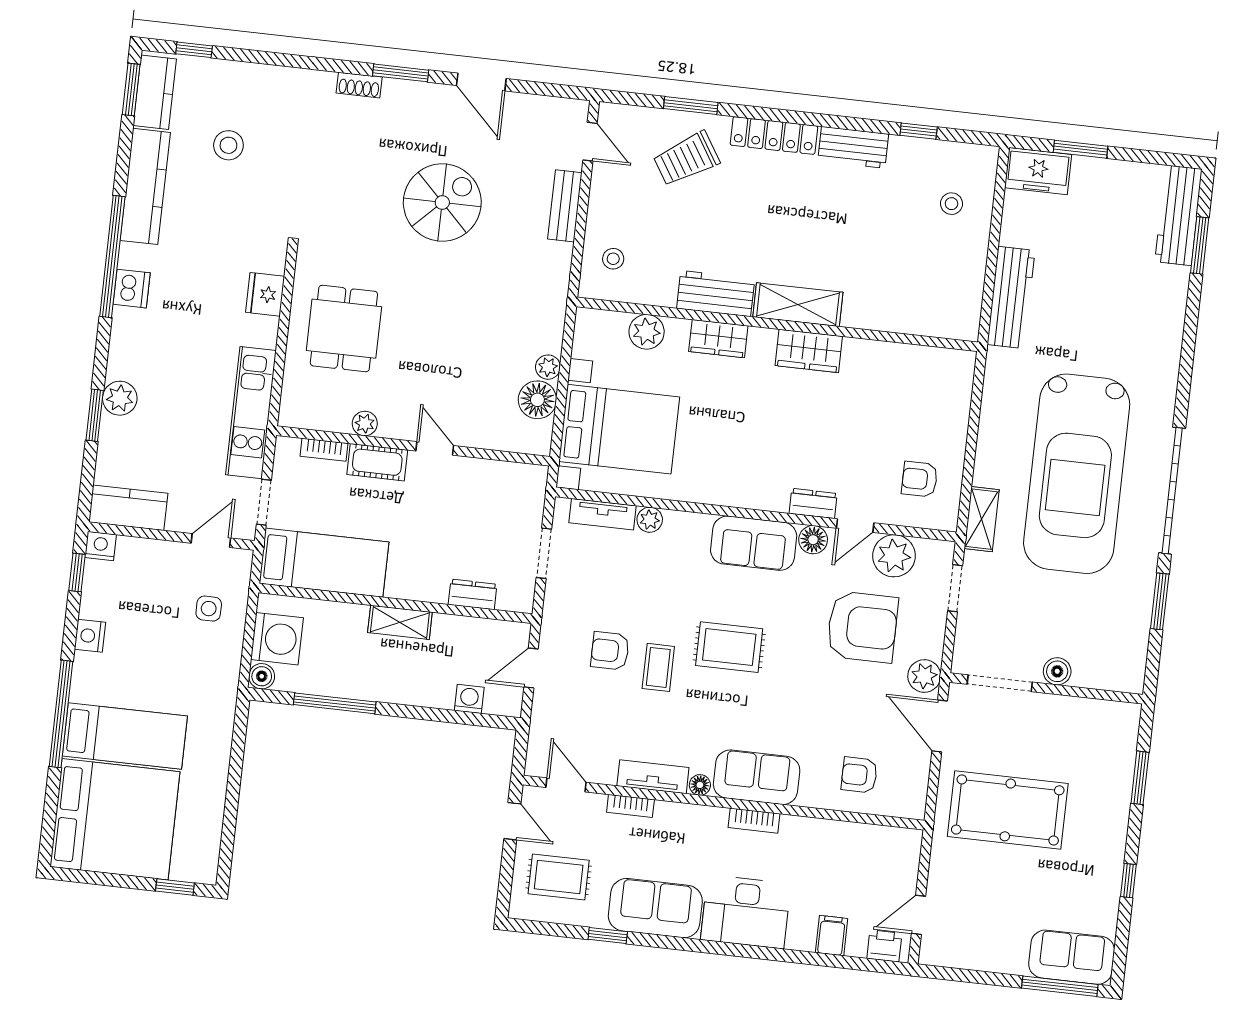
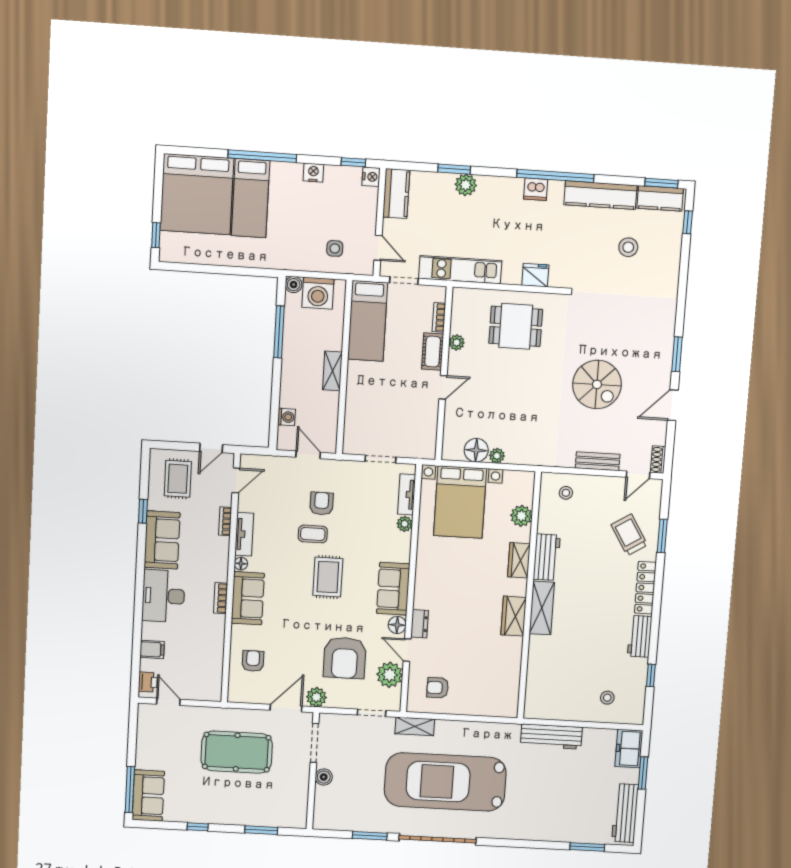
shoe rack: (359, 85) -> (658, 460), moved
workbench: (1179, 215) -> (625, 813), moved, turned -90
armchair: (920, 479) -> (438, 688), turned -90
dresser: (473, 594) -> (352, 416), removed
pool table: (1008, 810) -> (237, 752), turned 90

